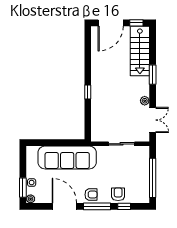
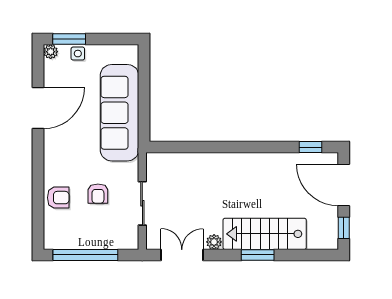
stairs: (140, 51) -> (265, 234), moved
window: (88, 92) -> (310, 147), moved
double door: (153, 120) -> (182, 255), swing flipped
armchair: (91, 195) -> (98, 194), moved
window: (97, 206) -> (38, 162), removed
window: (124, 206) -> (38, 208), removed

